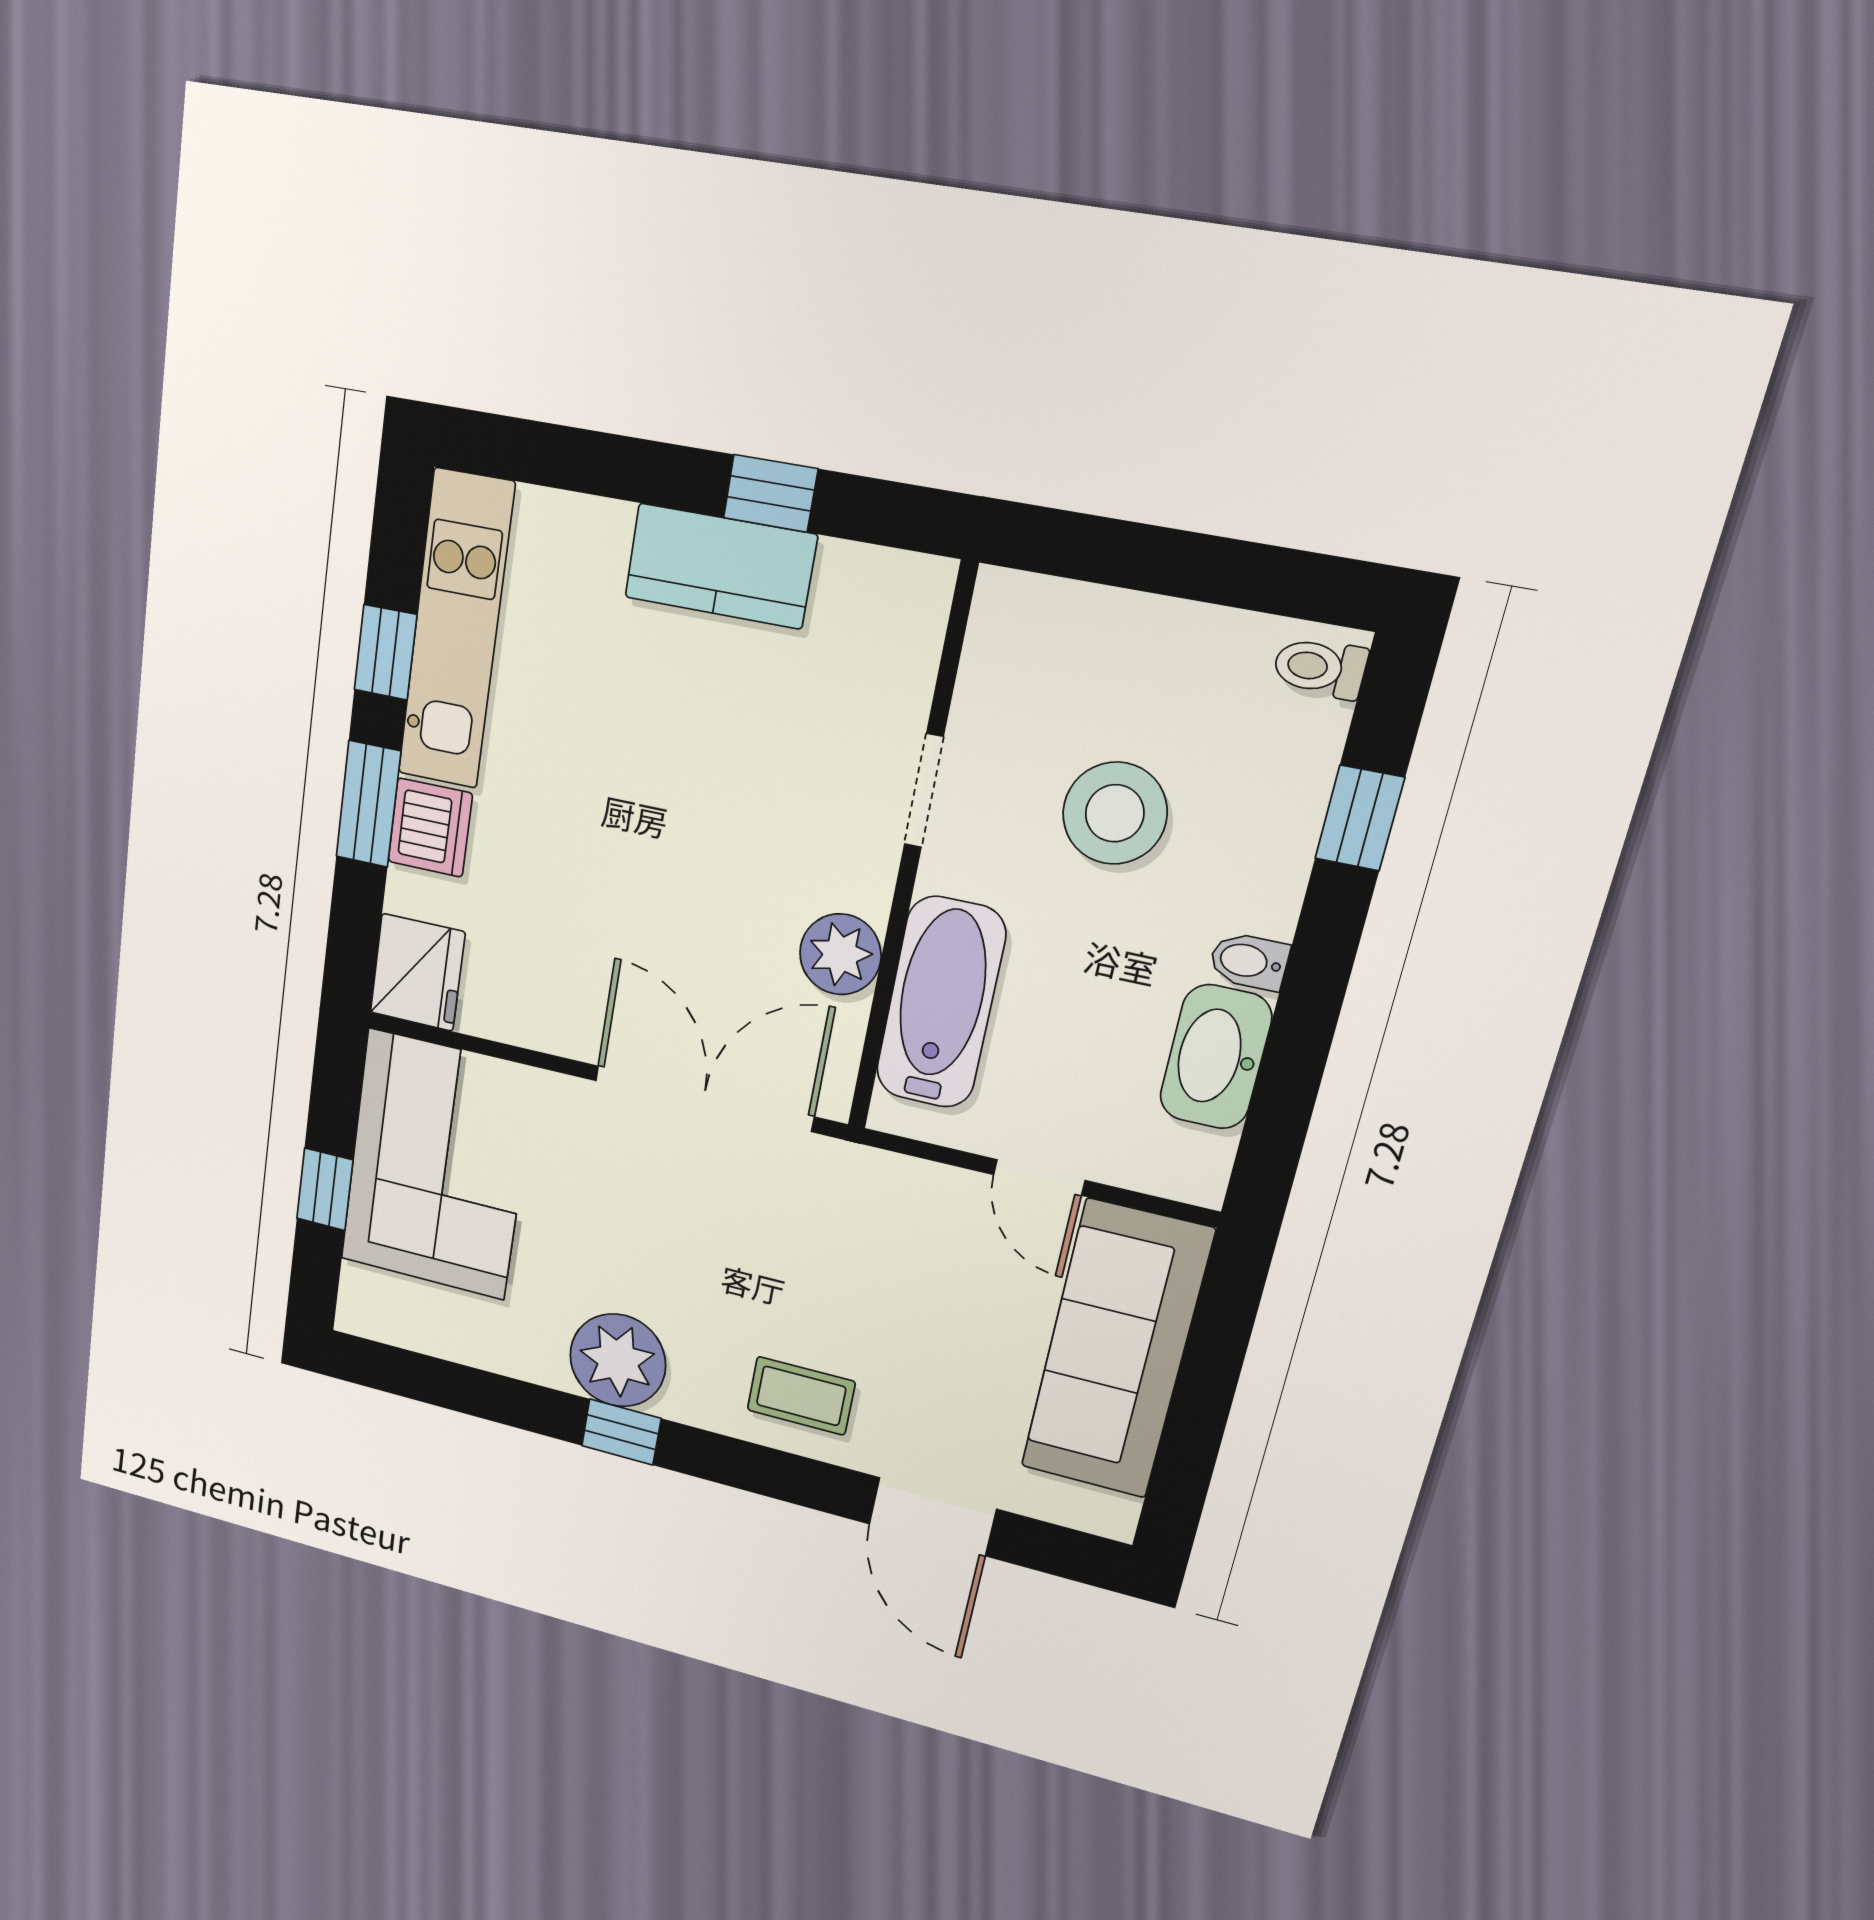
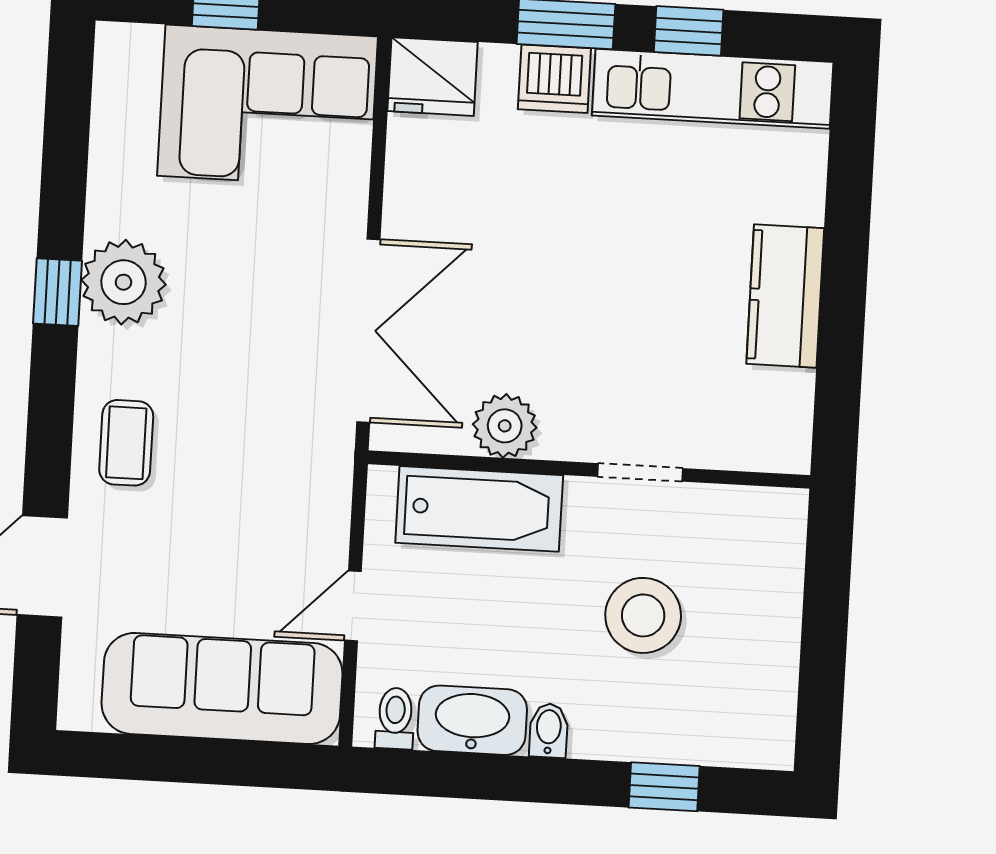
window: (771, 493) -> (841, 328), removed
toilet: (1320, 668) -> (395, 718), moved

